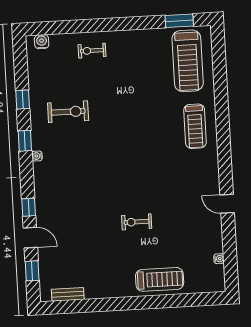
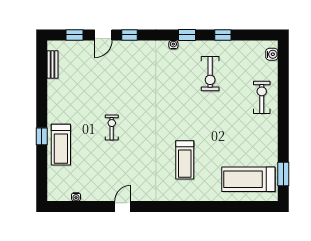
exercise bike: (92, 51) -> (262, 97), width x1.38, depth x1.39
treadmill: (195, 126) -> (185, 160), moved, turned -90
window: (151, 302) -> (42, 136), added

